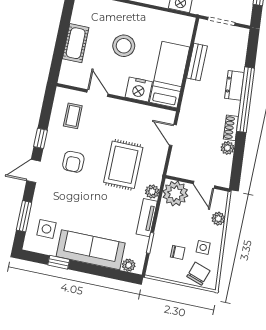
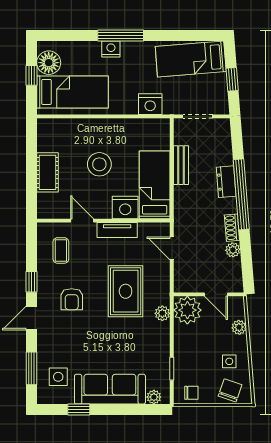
tv unit: (147, 218) -> (117, 230), moved, turned -90
chair: (178, 252) -> (191, 393), moved

